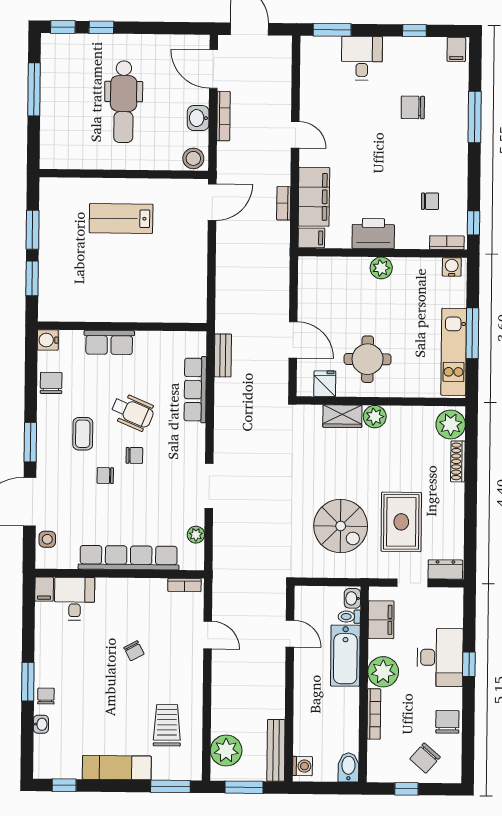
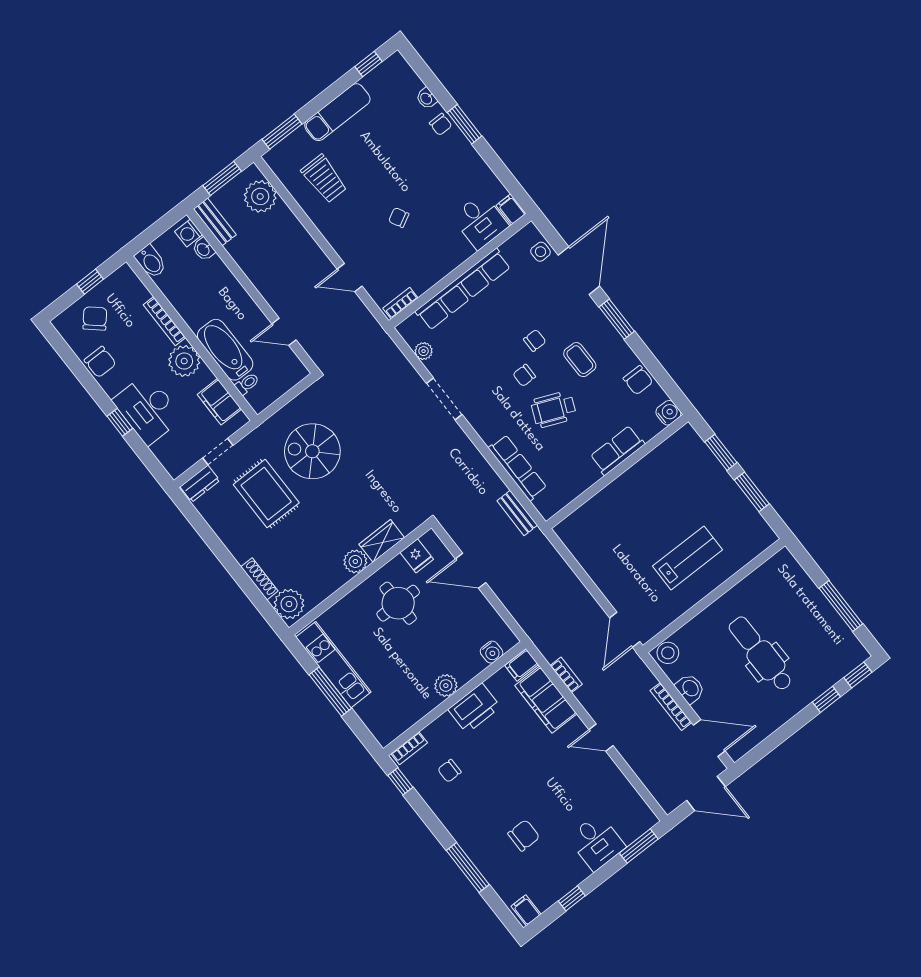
water cooler: (452, 267) -> (491, 652), moved
washbasin: (352, 598) -> (204, 249), moved, turned 180
bench: (276, 750) -> (215, 222), width x0.73

